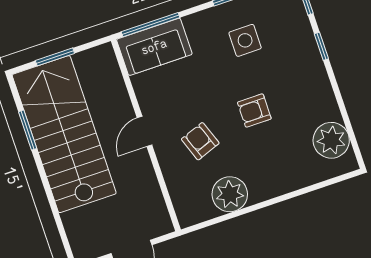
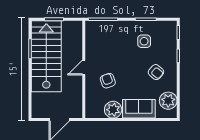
sofa: (154, 47) -> (139, 109), moved, turned 180
armchair: (254, 111) -> (156, 72), moved, turned -140

